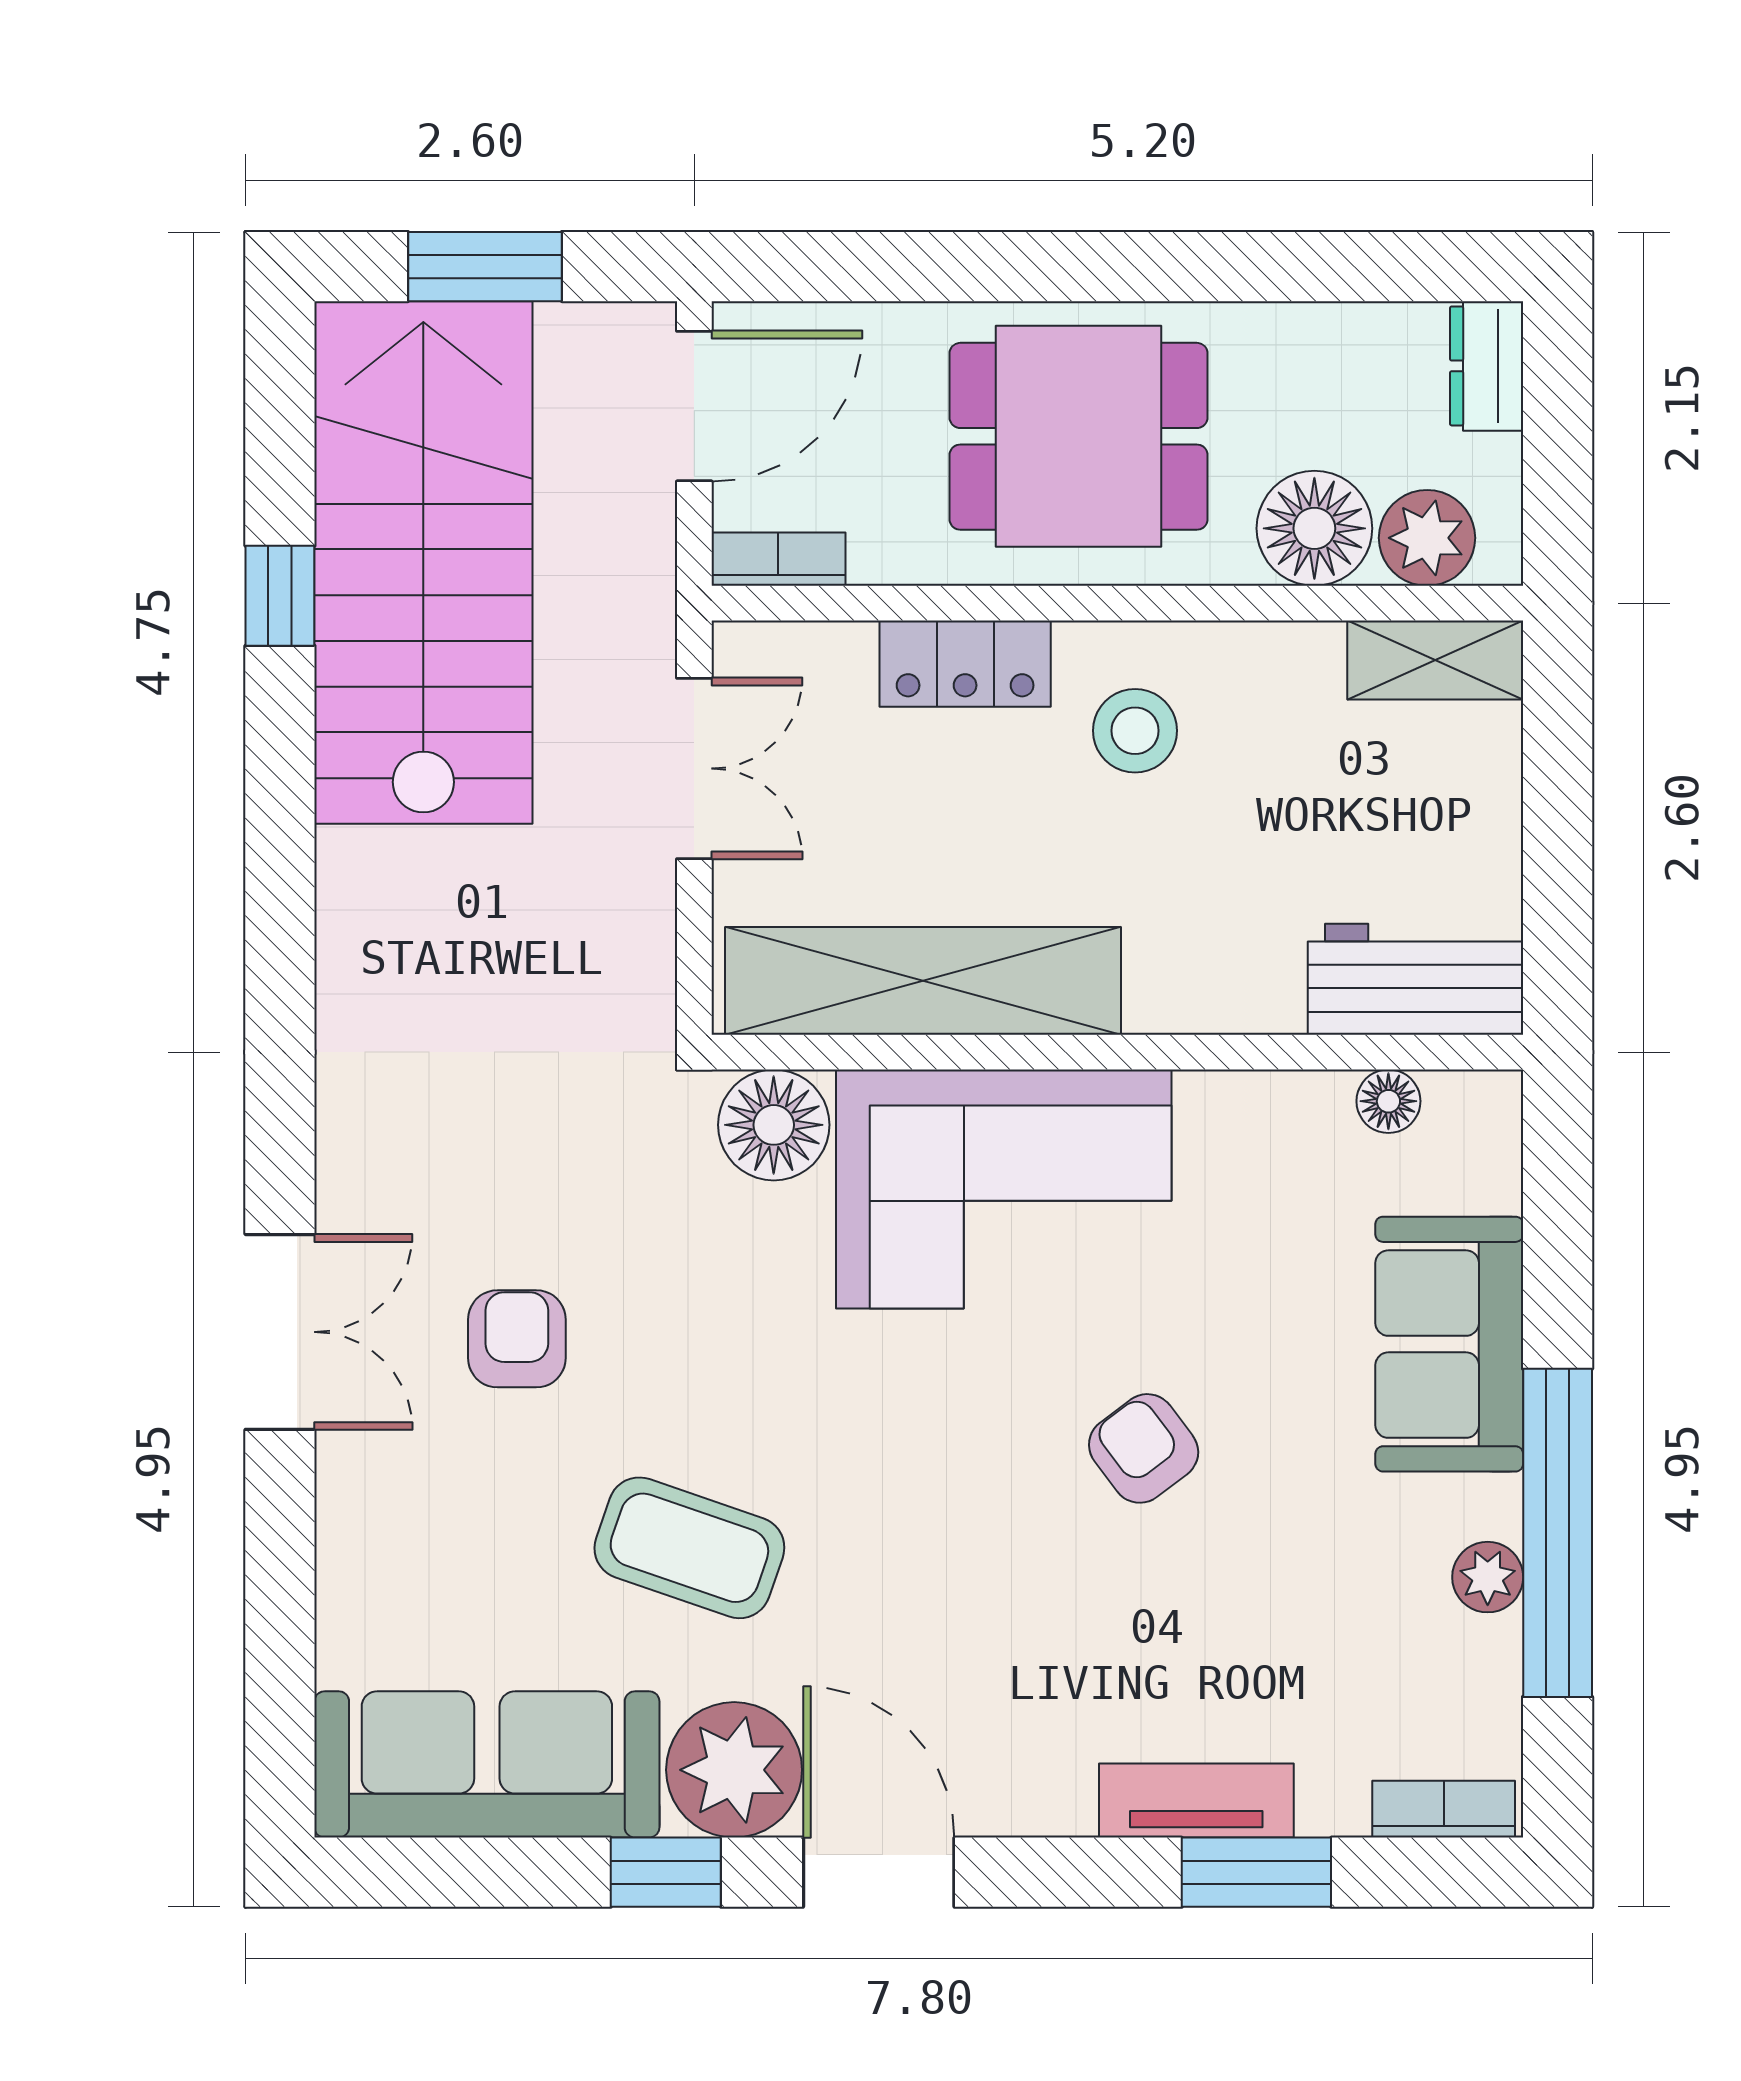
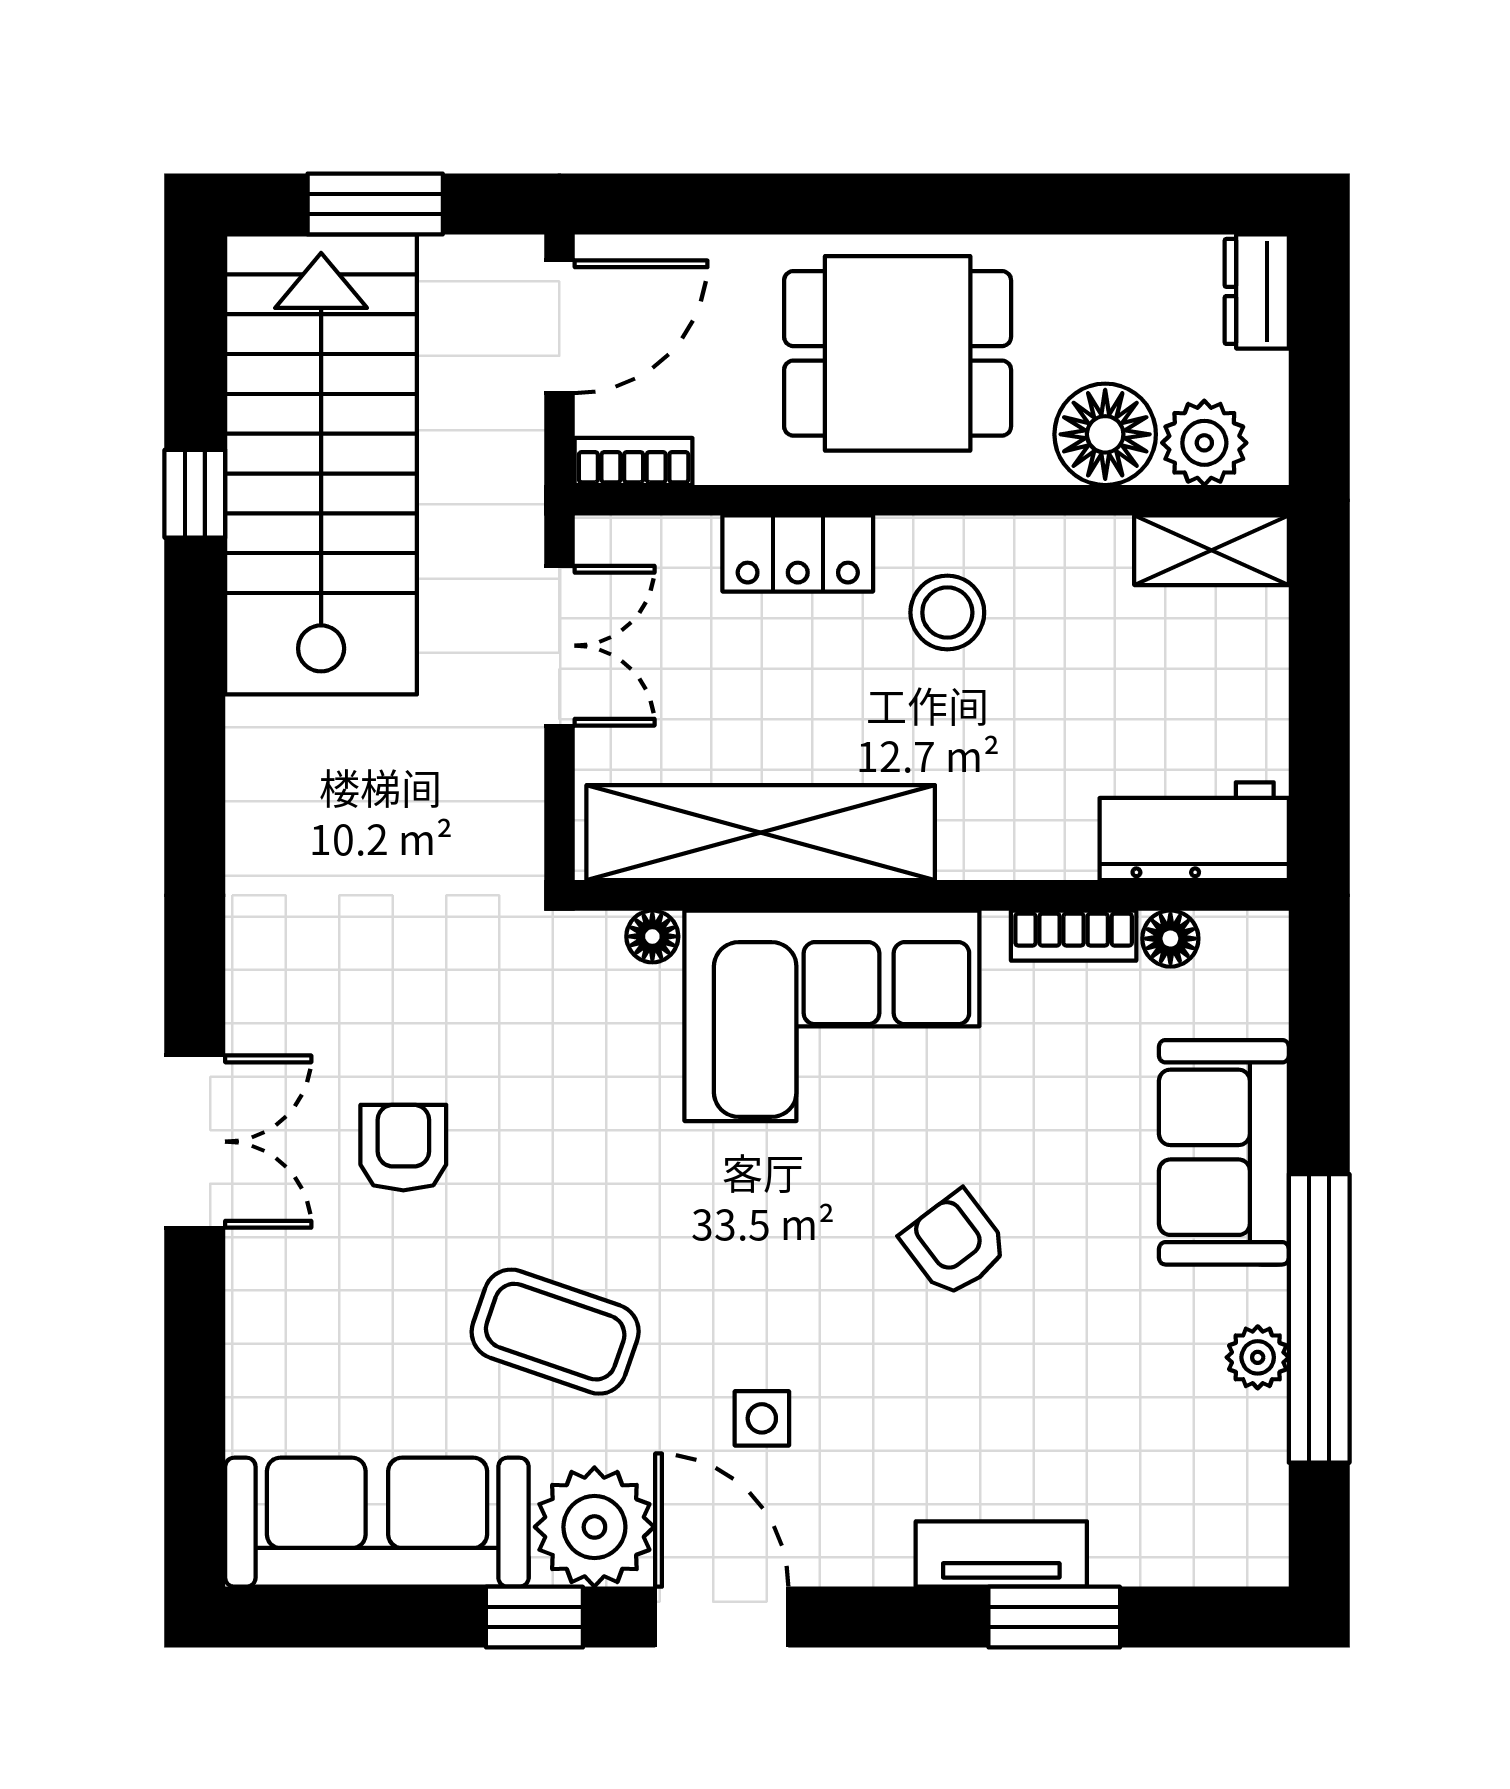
floor lamp: (774, 1125) -> (652, 936), width x0.53, depth x0.53
side table: (924, 1646) -> (762, 1418), added
bookcase: (1444, 1809) -> (1074, 936), moved, turned 180

